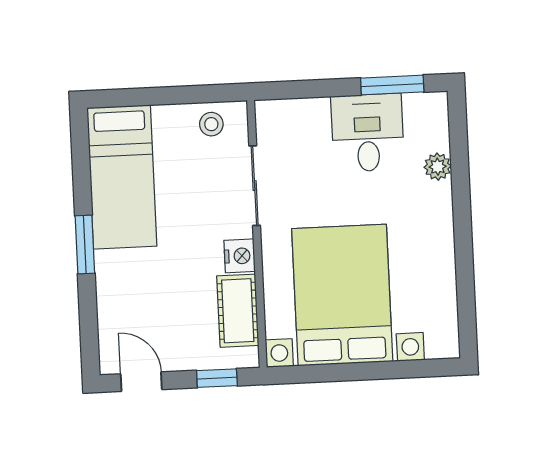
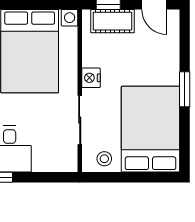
bed: (122, 177) -> (151, 129), width x1.50
cot: (238, 311) -> (112, 21), moved, turned 90

